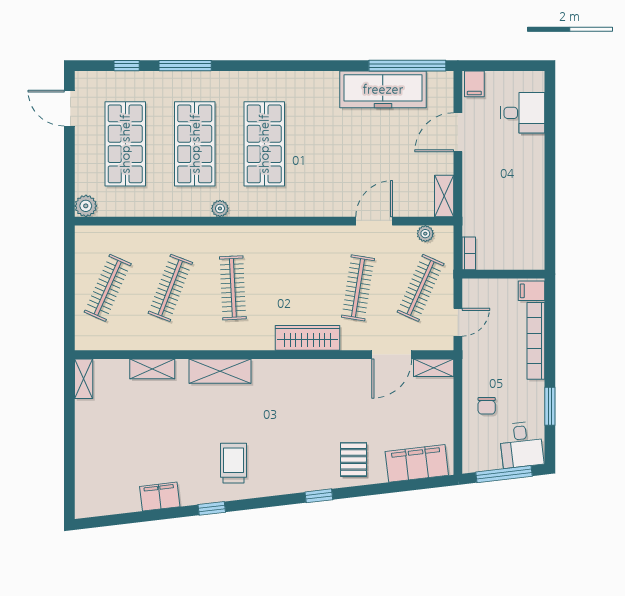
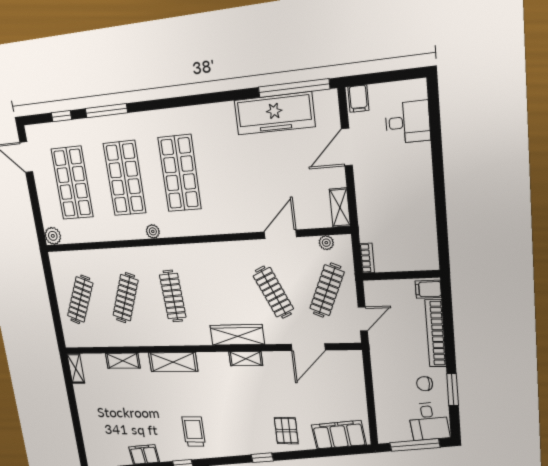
clothes rail: (358, 288) -> (273, 292), turned -33
shelving: (434, 368) -> (246, 359), moved
chair: (487, 406) -> (425, 384), moved, turned 90

